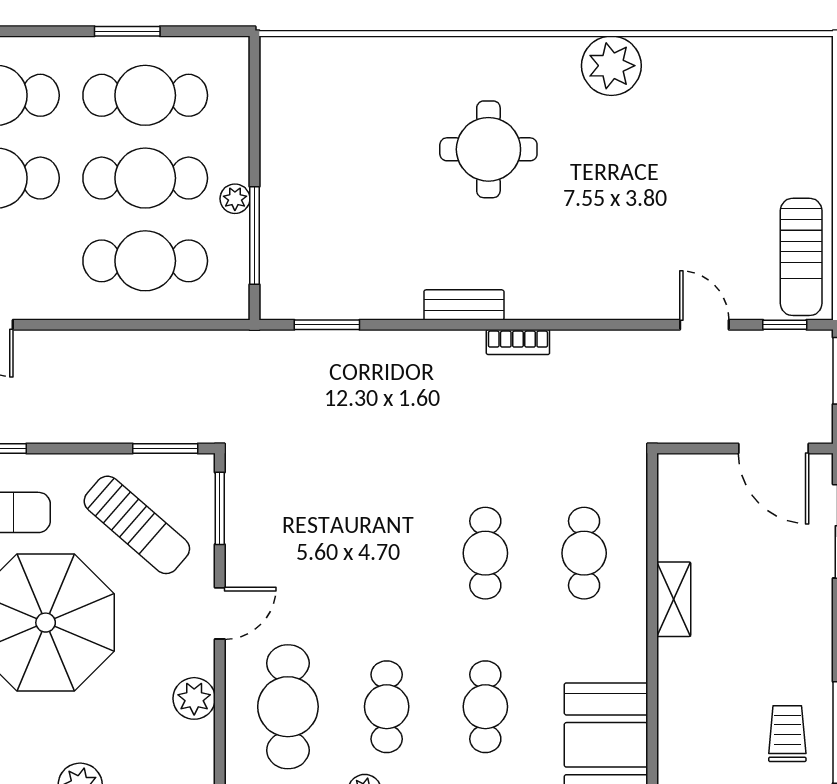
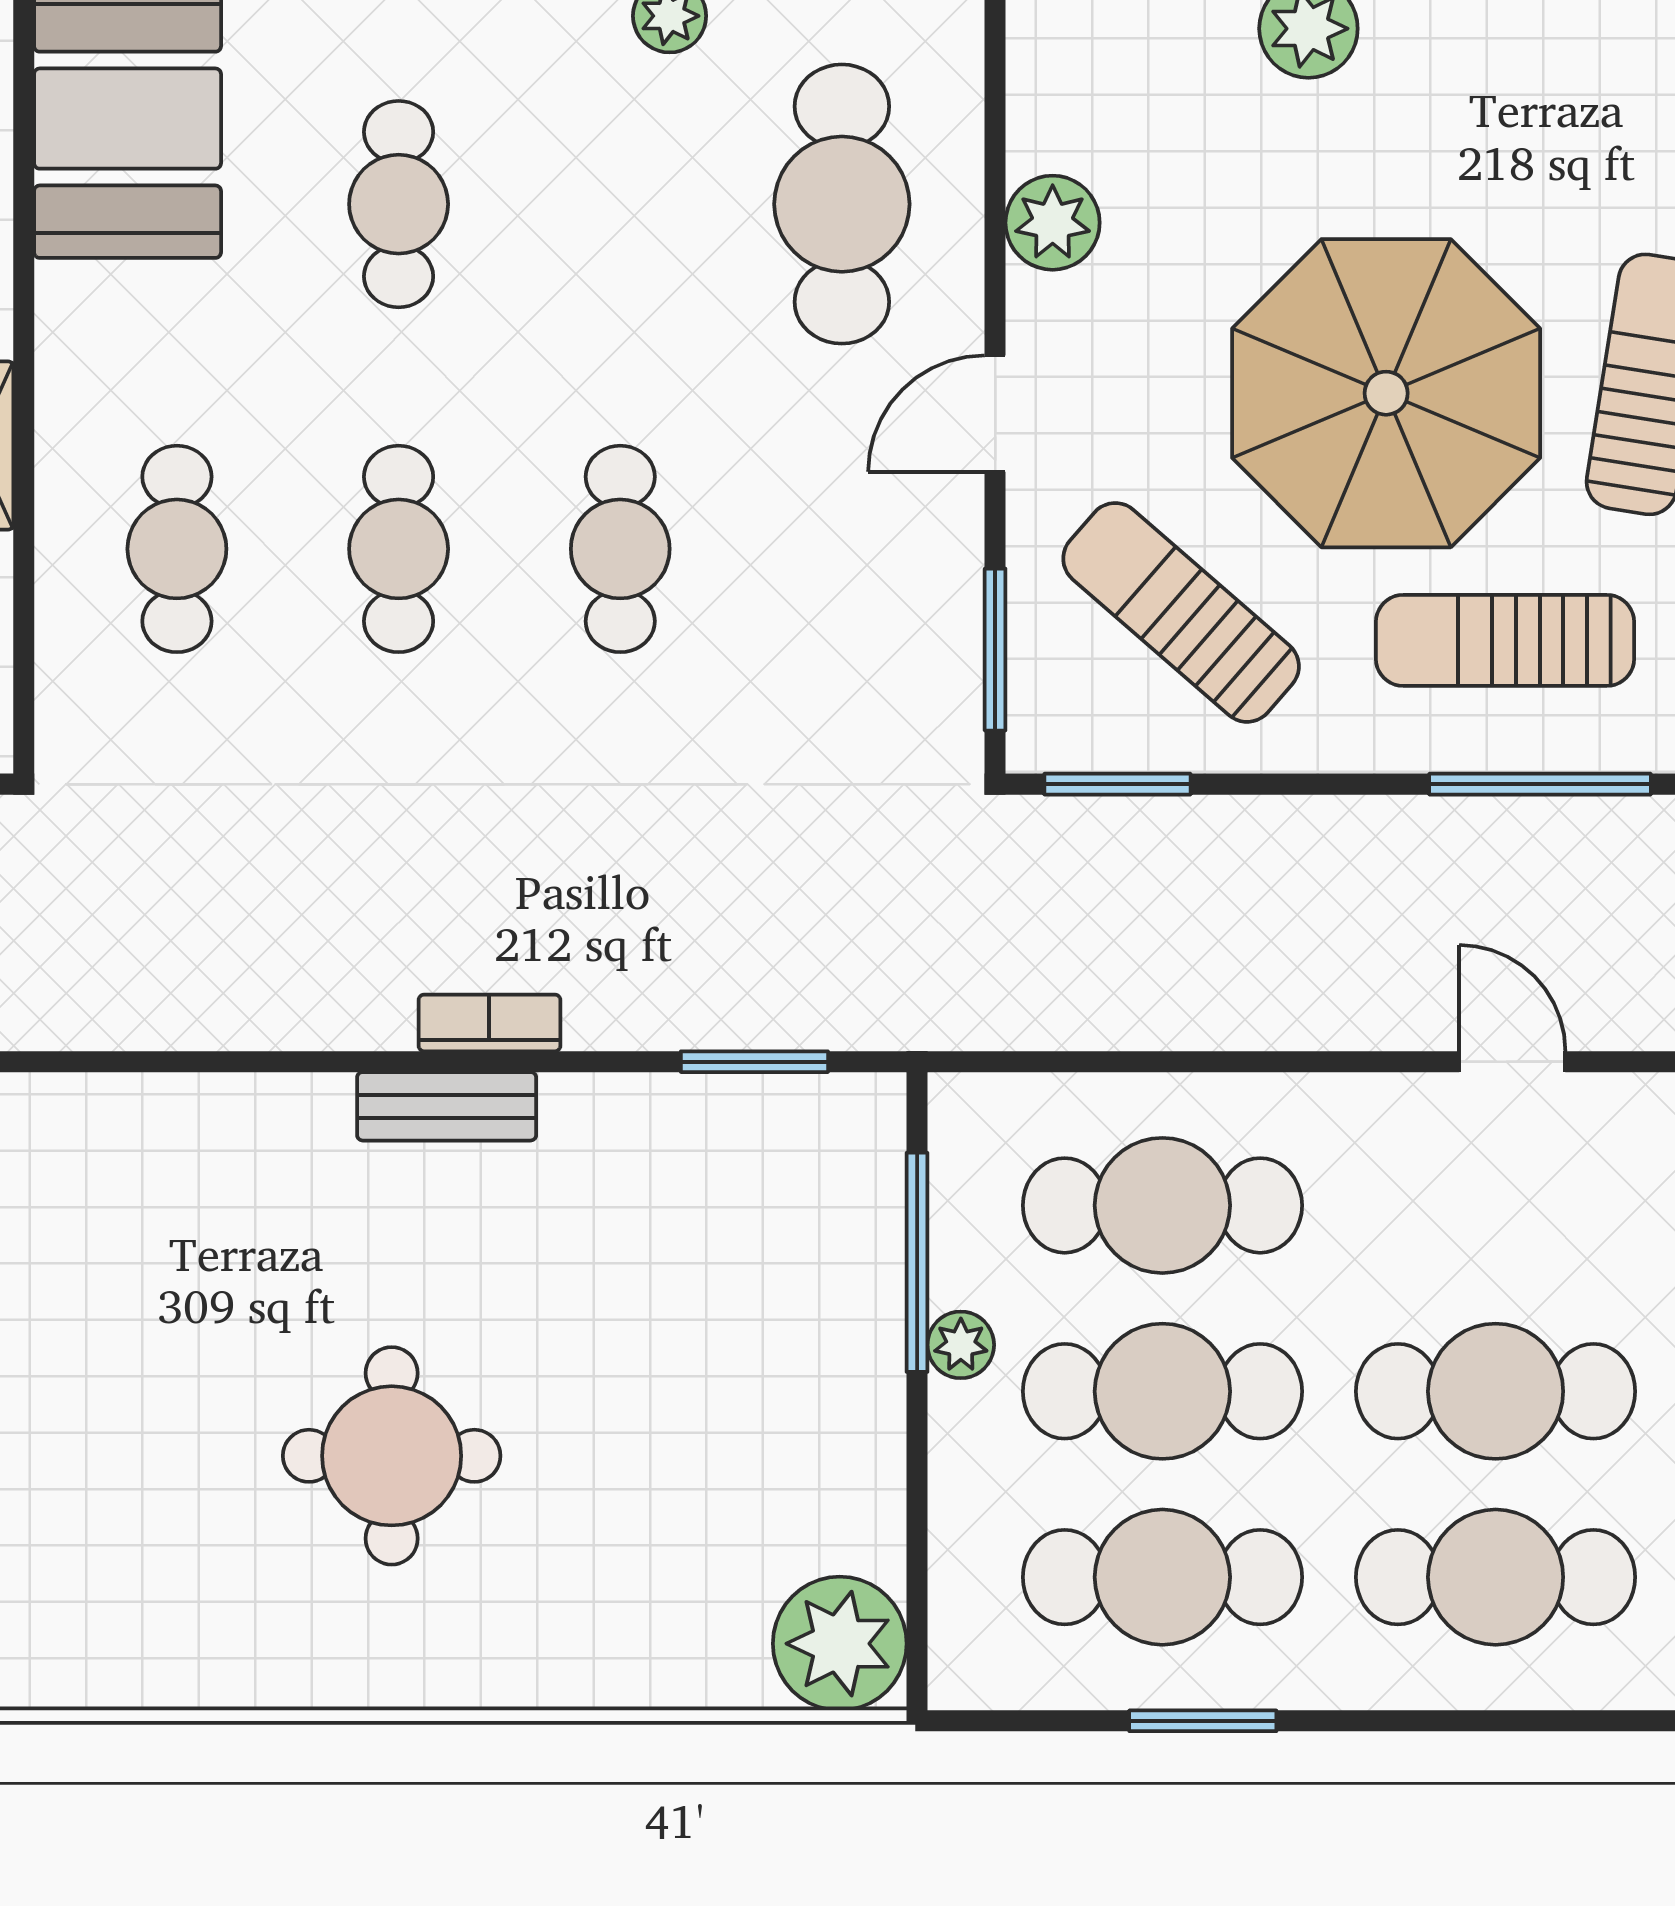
plant: (611, 66) -> (840, 1644), moved
bookcase: (518, 342) -> (489, 1023), moved
cafe table: (387, 707) -> (620, 549), moved

